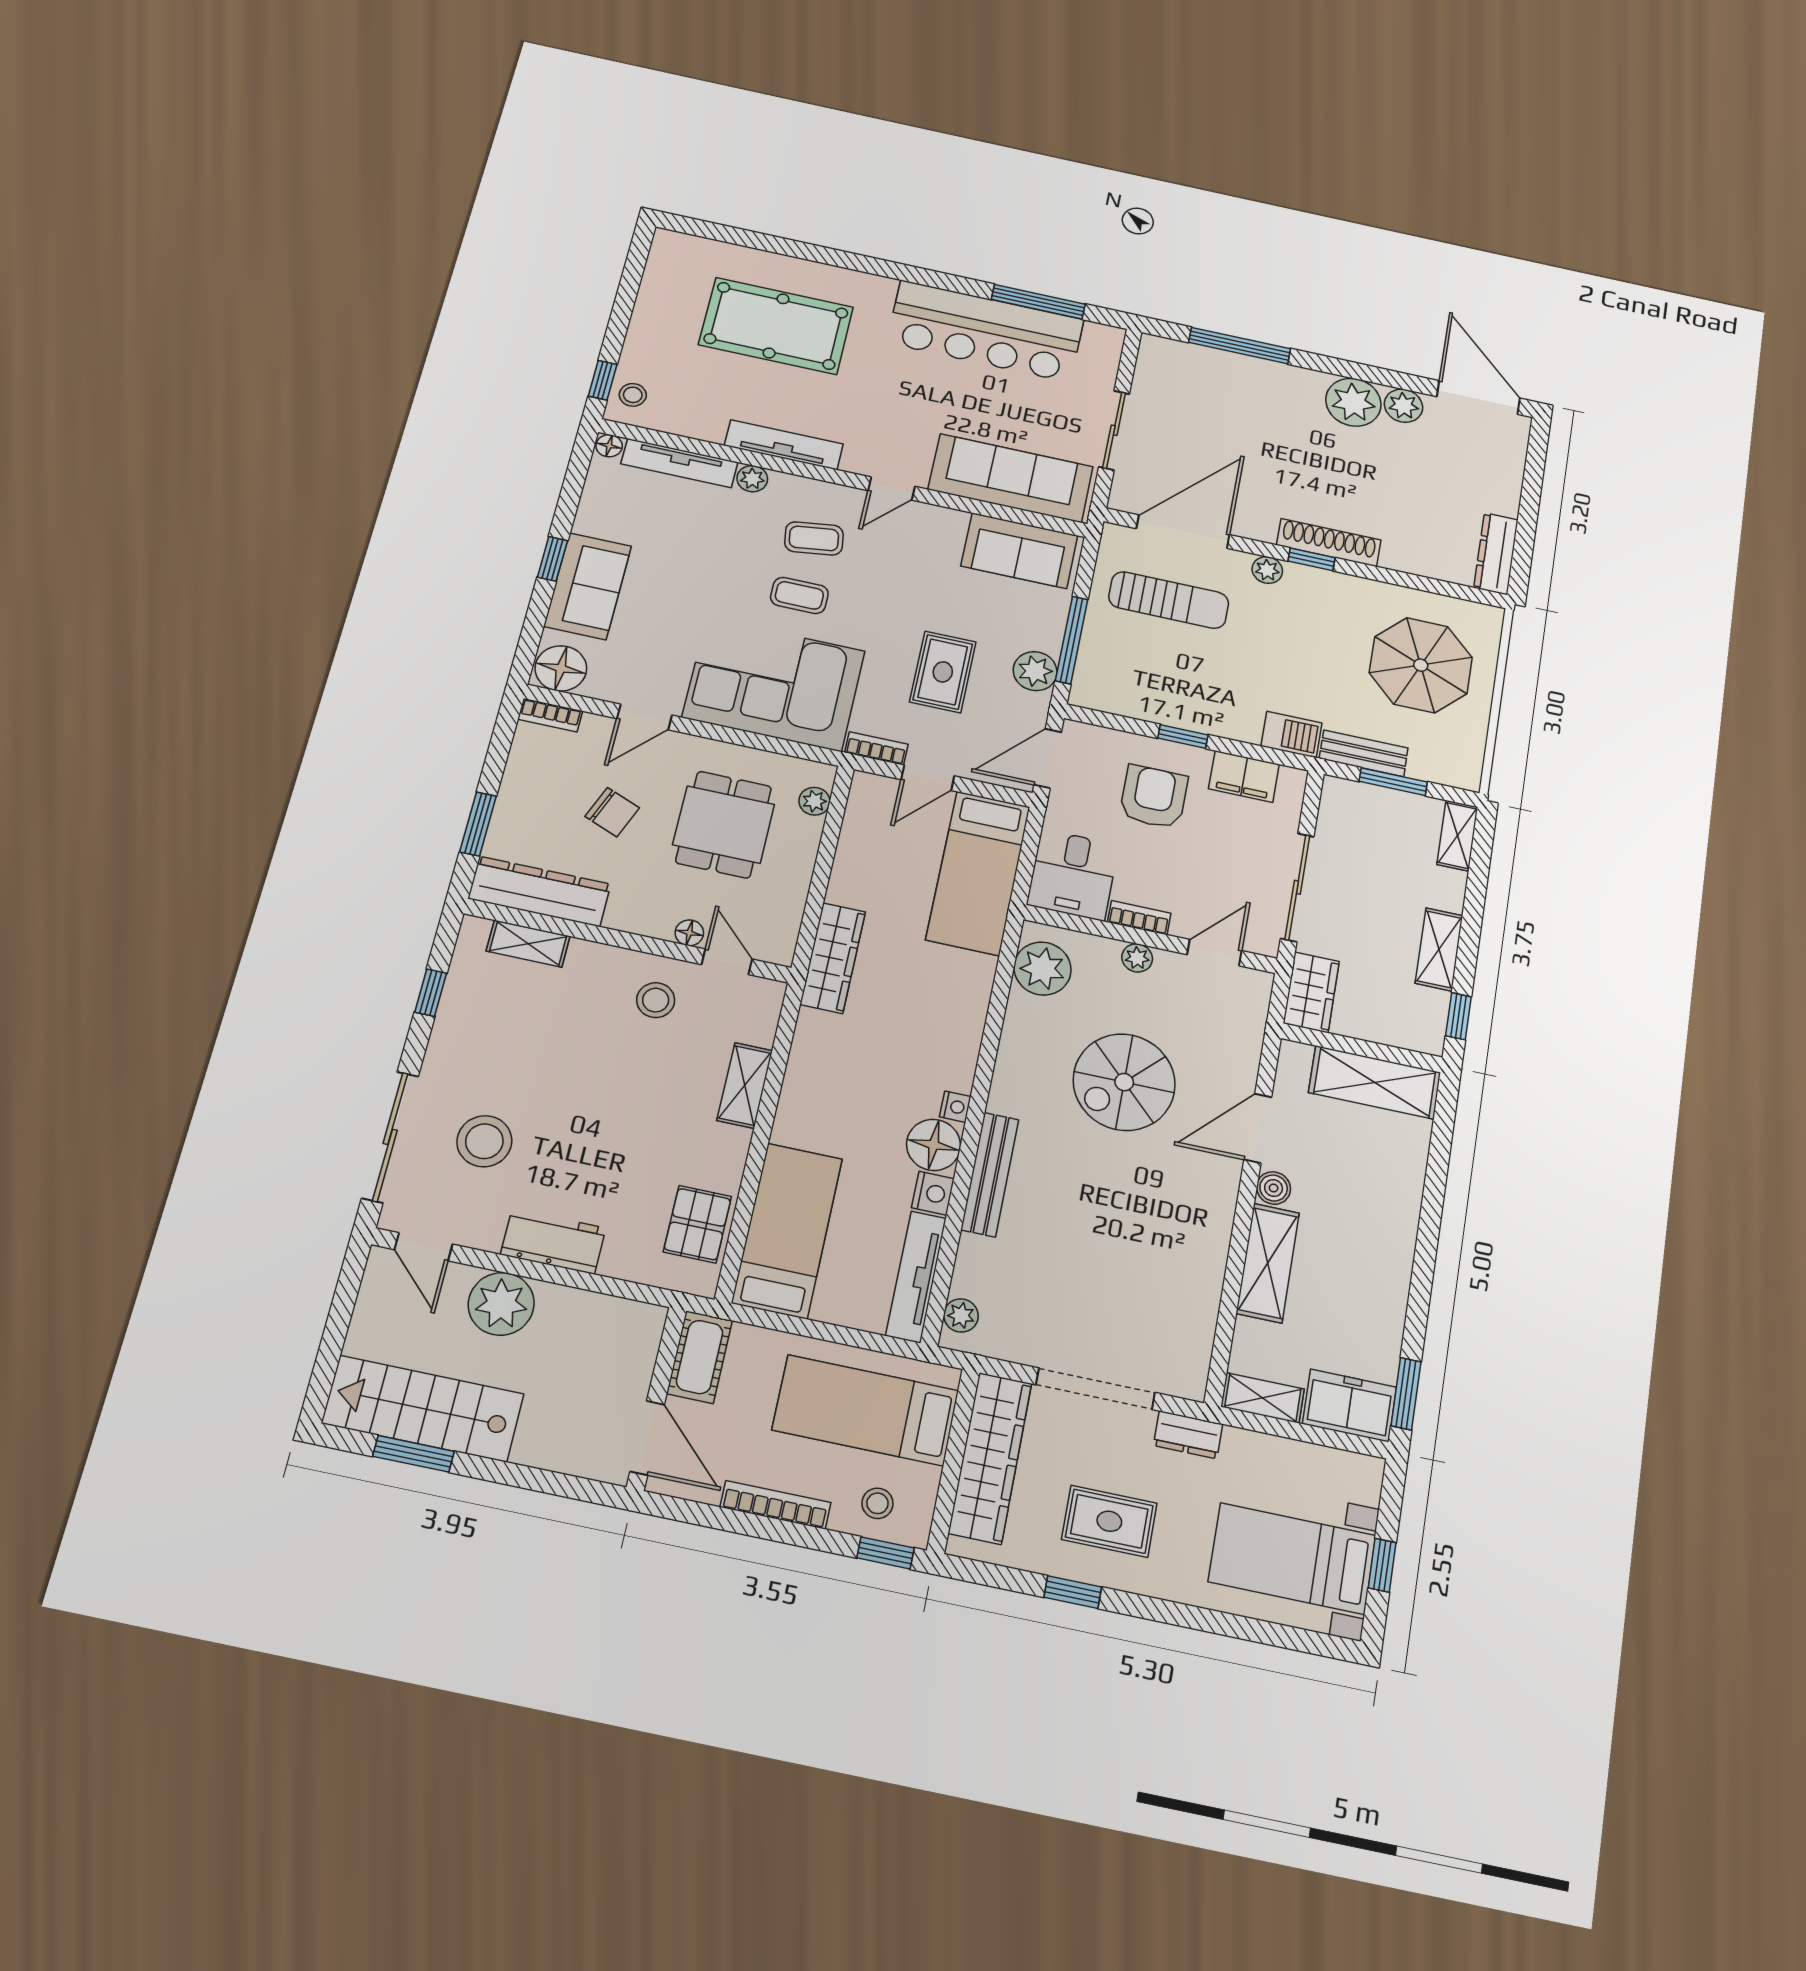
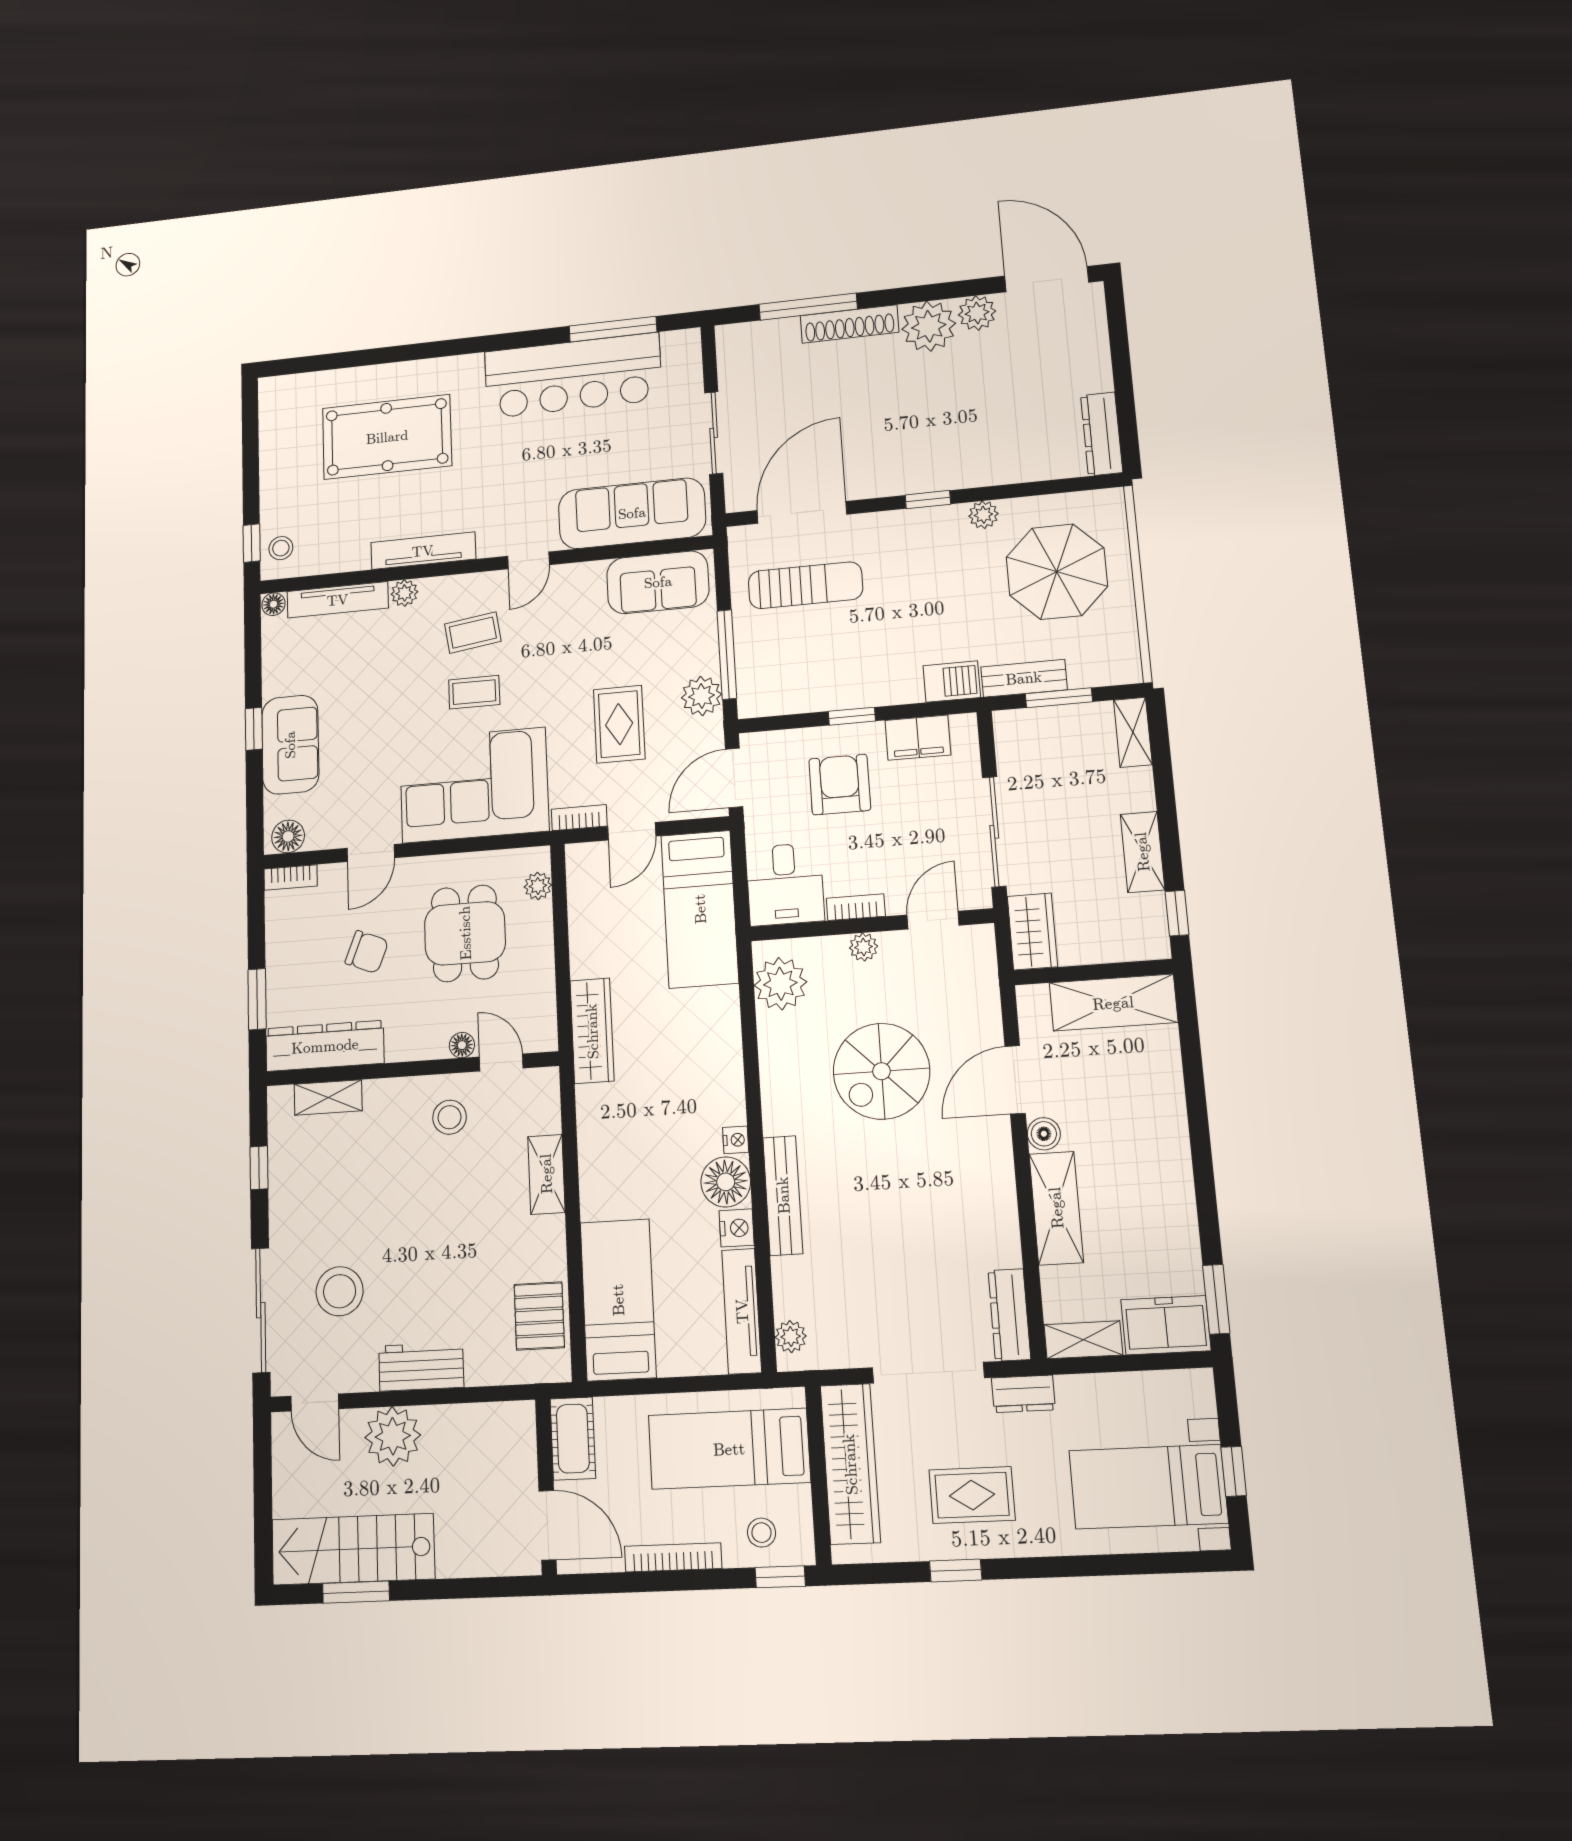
shoe rack: (1329, 543) -> (849, 324), moved, turned 180
plant: (1267, 570) -> (983, 515), moved
floor lamp: (561, 668) -> (288, 836), width x0.73, depth x0.73
dresser: (1194, 1354) -> (1009, 1315), added

